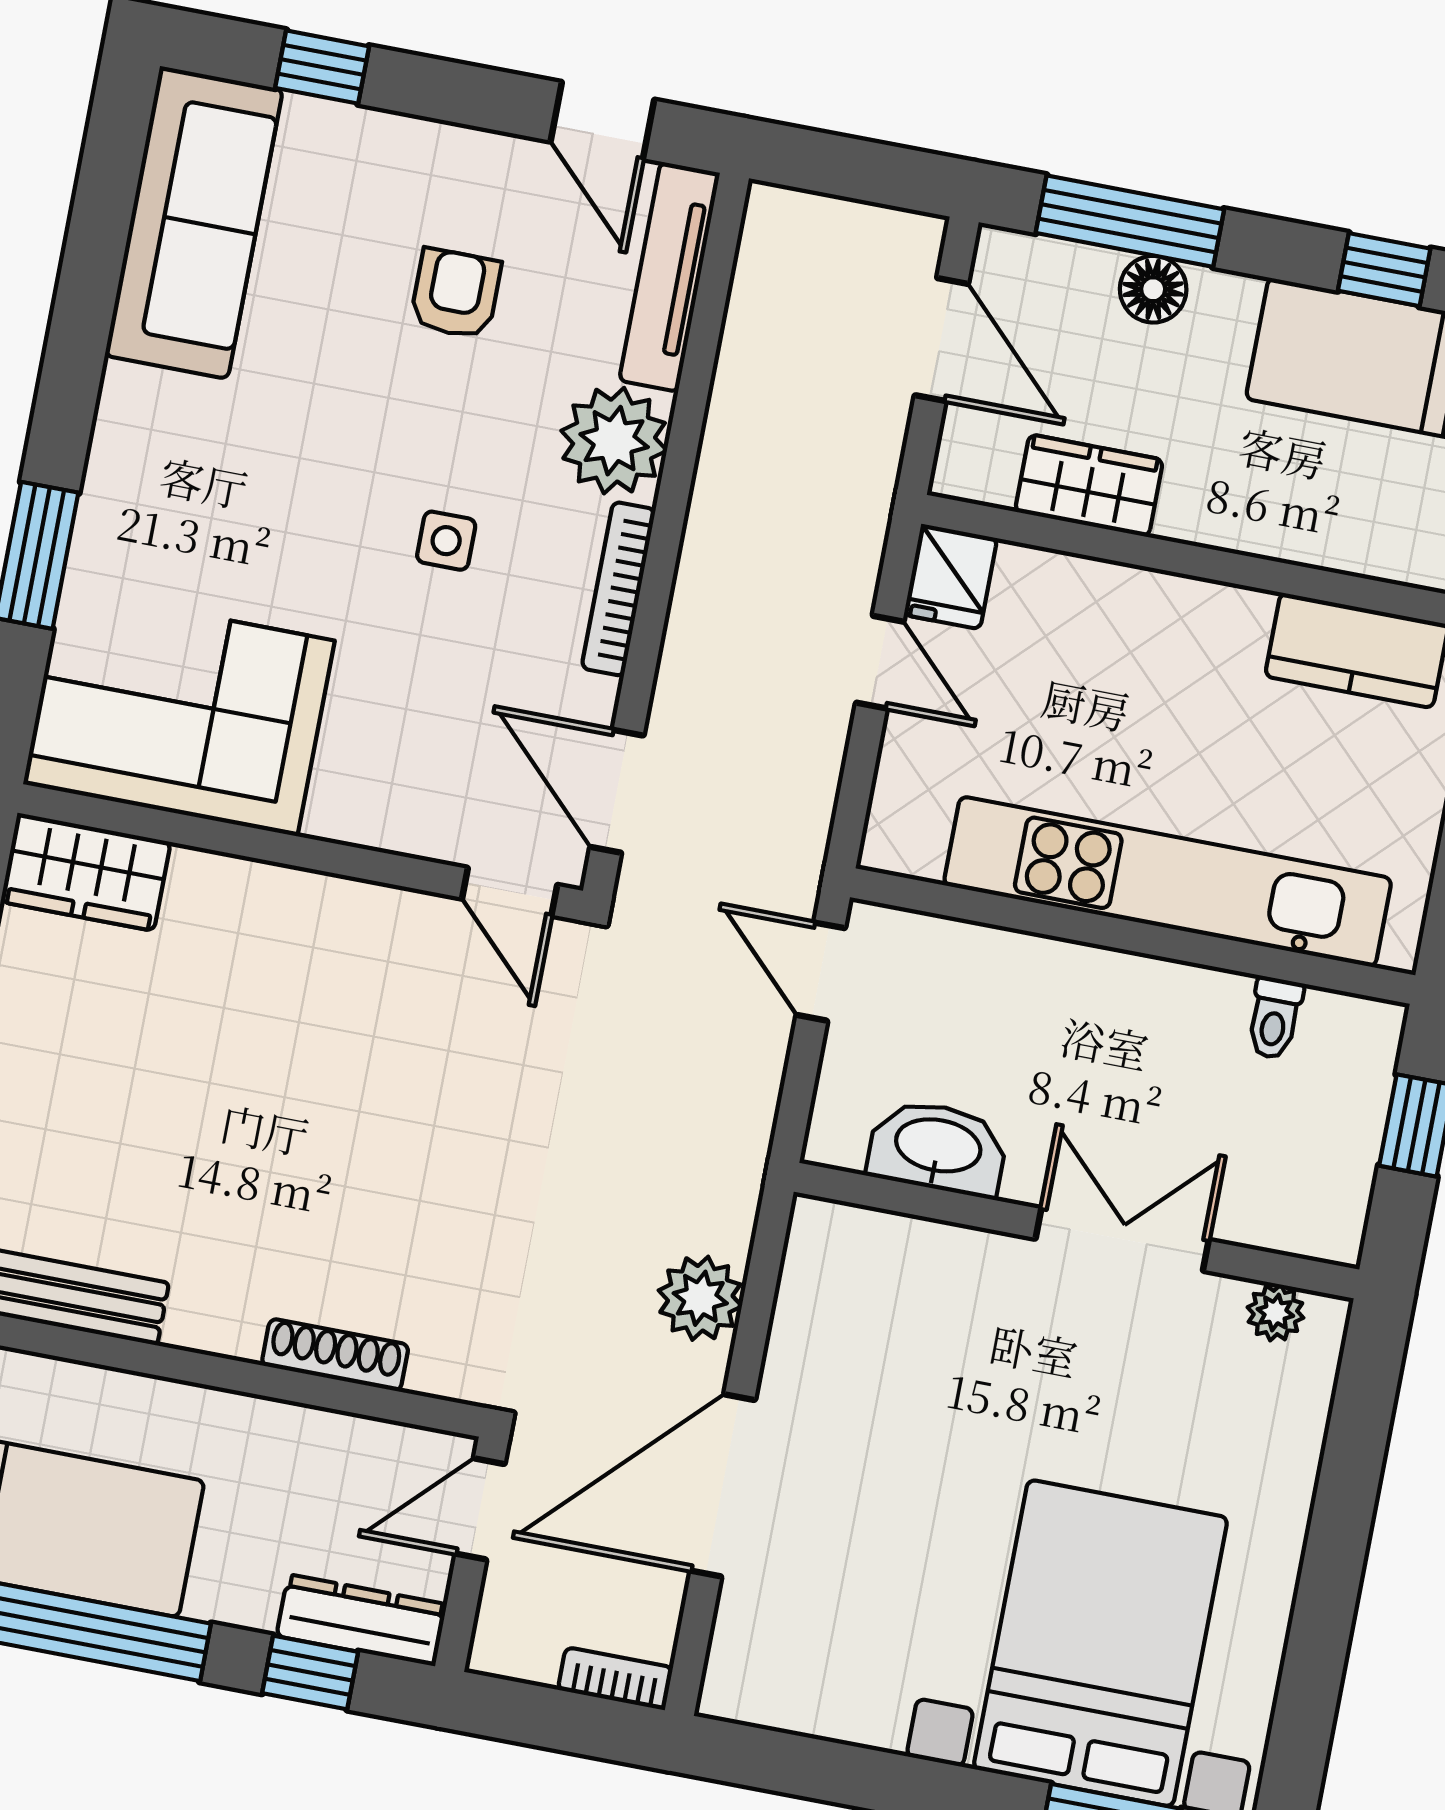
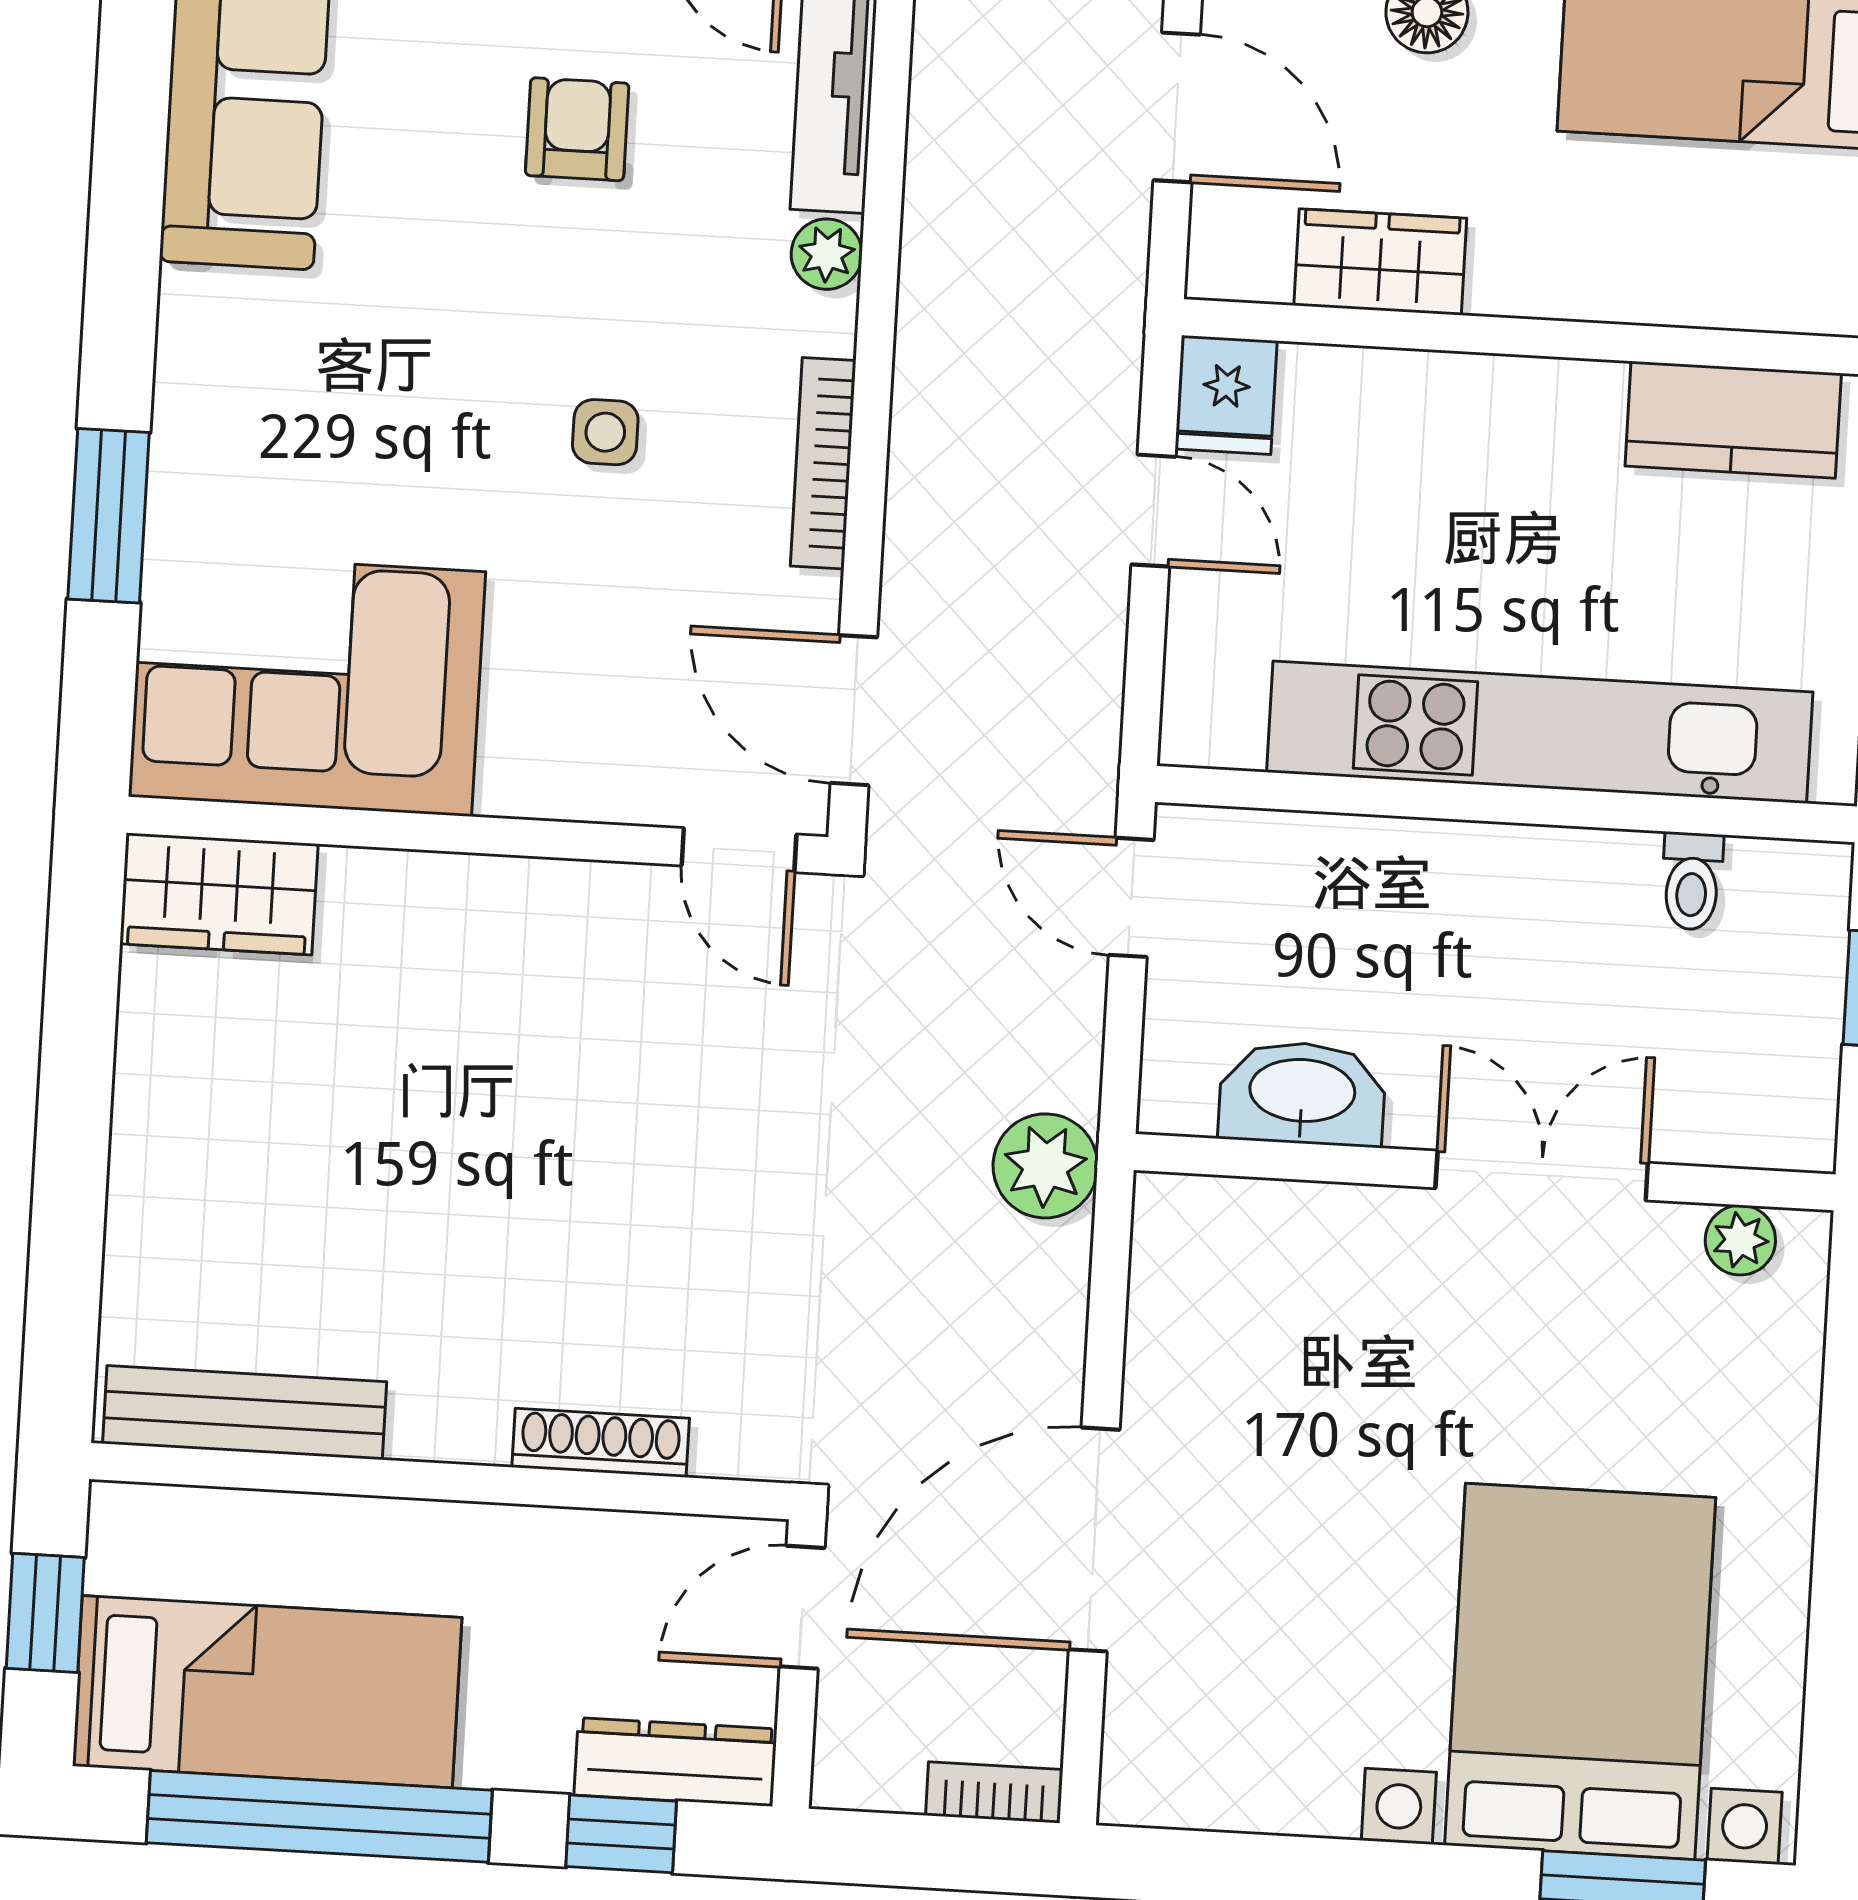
plant: (614, 441) -> (827, 254), width x0.53, depth x0.53
plant: (700, 1298) -> (1045, 1166), moved

